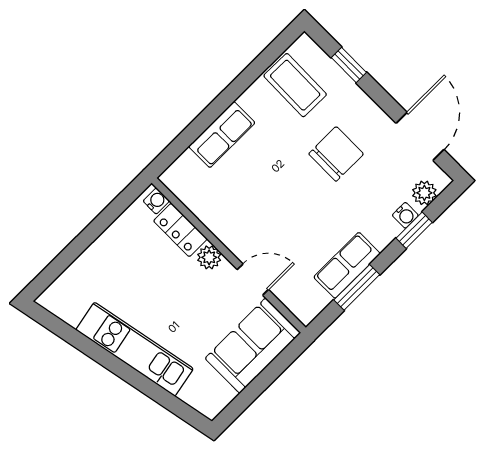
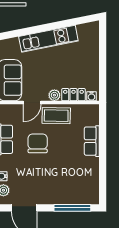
window: (349, 65) -> (72, 208), width x2.17
coffee table: (295, 85) -> (56, 116), moved
chair: (336, 154) -> (38, 143), moved, turned 180

